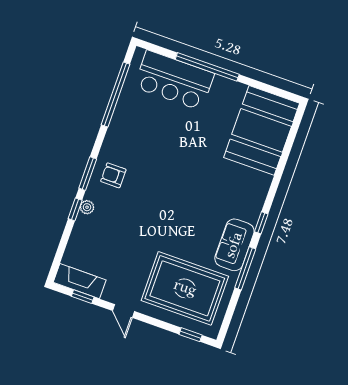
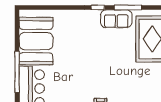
booth: (262, 130) -> (36, 41), moved, turned 90

